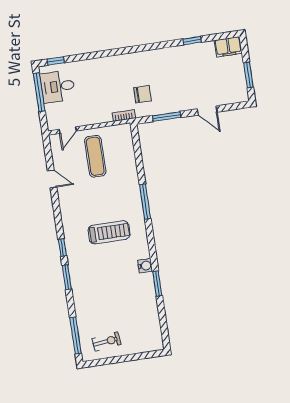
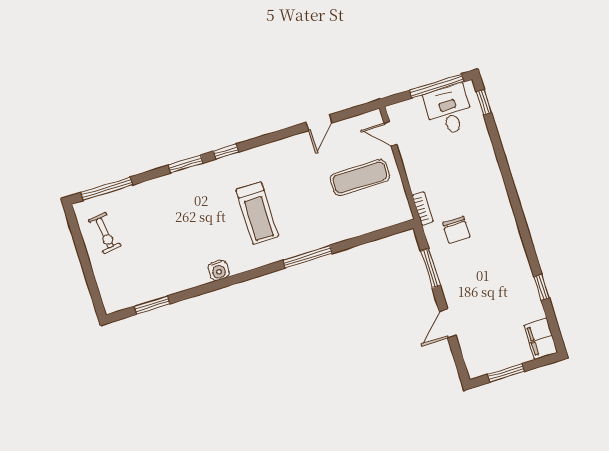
window: (157, 283) -> (152, 305), moved

